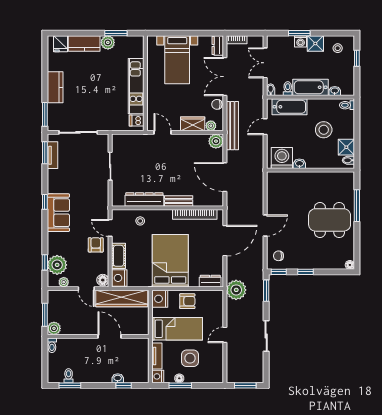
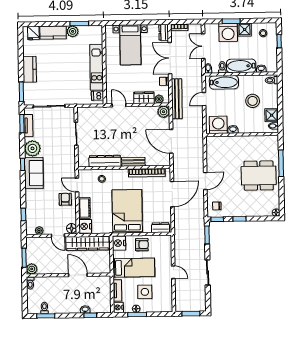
washing machine: (301, 41) -> (228, 32), width x1.89, depth x1.89
plant: (57, 265) -> (32, 148), moved
plant: (236, 290) -> (182, 235), removed
door: (225, 335) -> (173, 272), swing flipped

